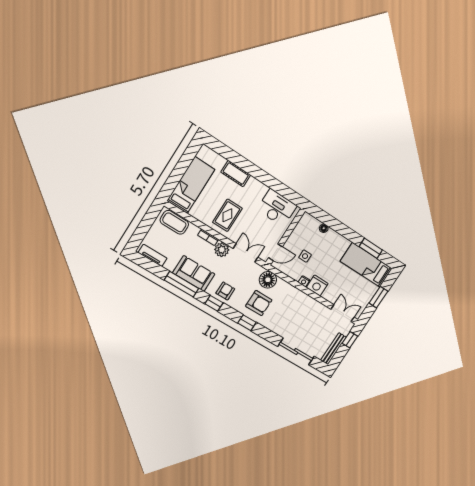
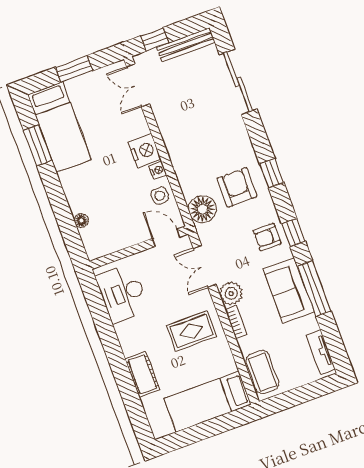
side table: (305, 256) -> (160, 196), moved

